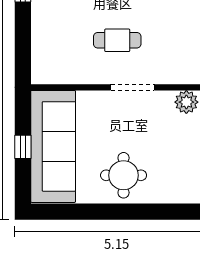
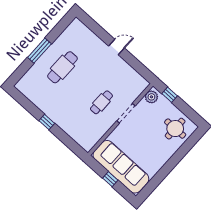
round table: (124, 175) -> (175, 129), moved

